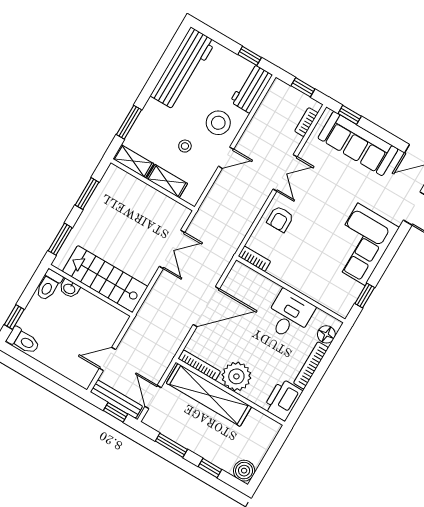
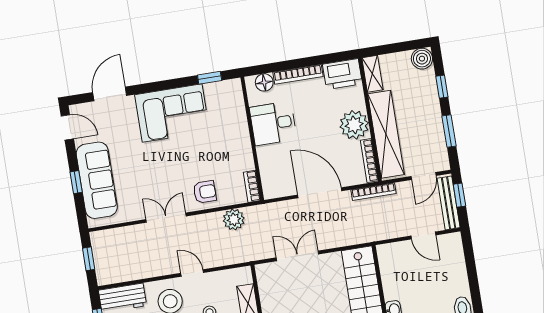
window: (350, 115) -> (76, 182), moved
bookcase: (306, 122) -> (374, 192), moved, width x1.56
plant: (240, 224) -> (234, 220), added
shelving: (264, 423) -> (372, 74), added

